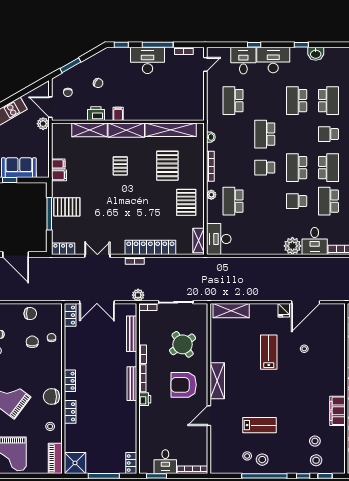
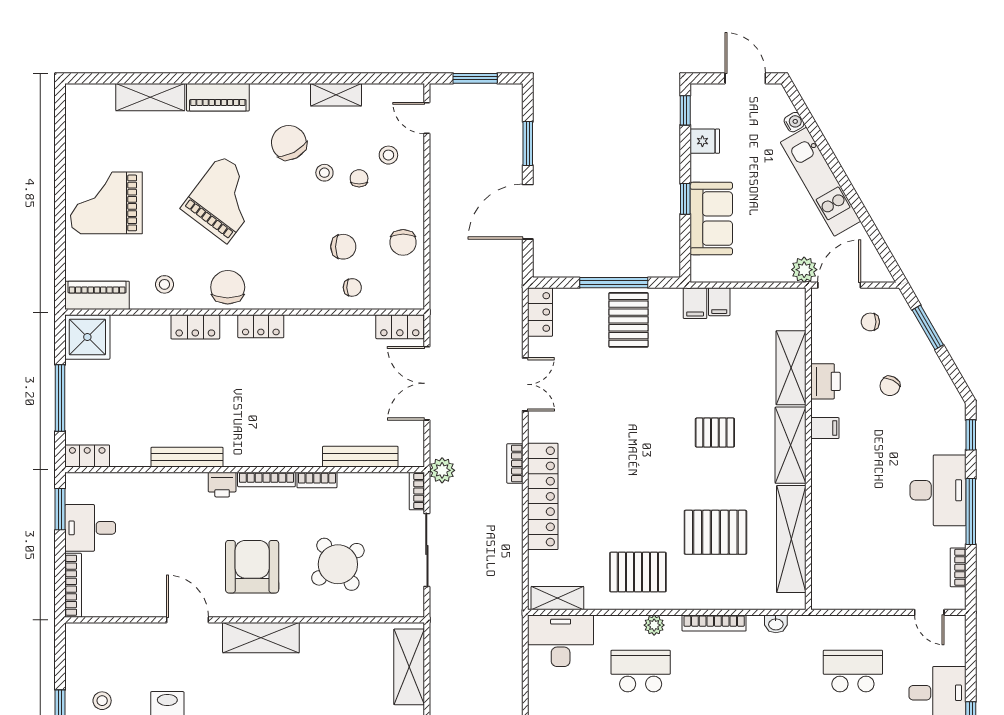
bench: (132, 384) -> (187, 457), moved

